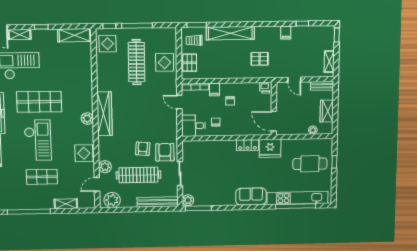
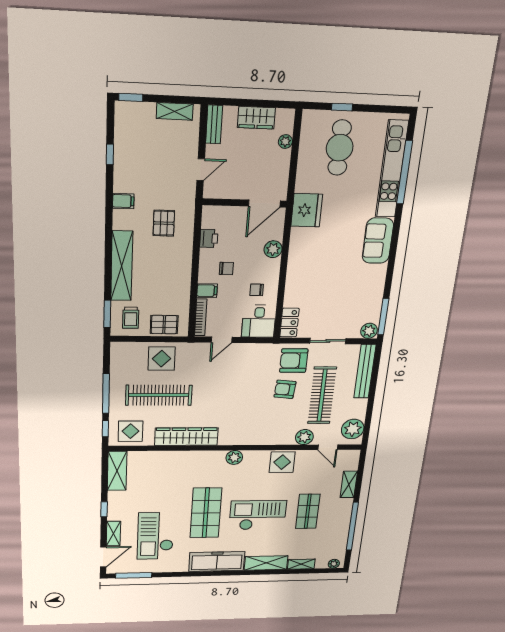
filing cabinet: (286, 33) -> (123, 201), moved
printer: (266, 88) -> (209, 238), moved
wardrobe: (105, 114) -> (186, 437), moved
plant: (244, 130) -> (273, 249), added
locker: (248, 145) -> (289, 323), moved

